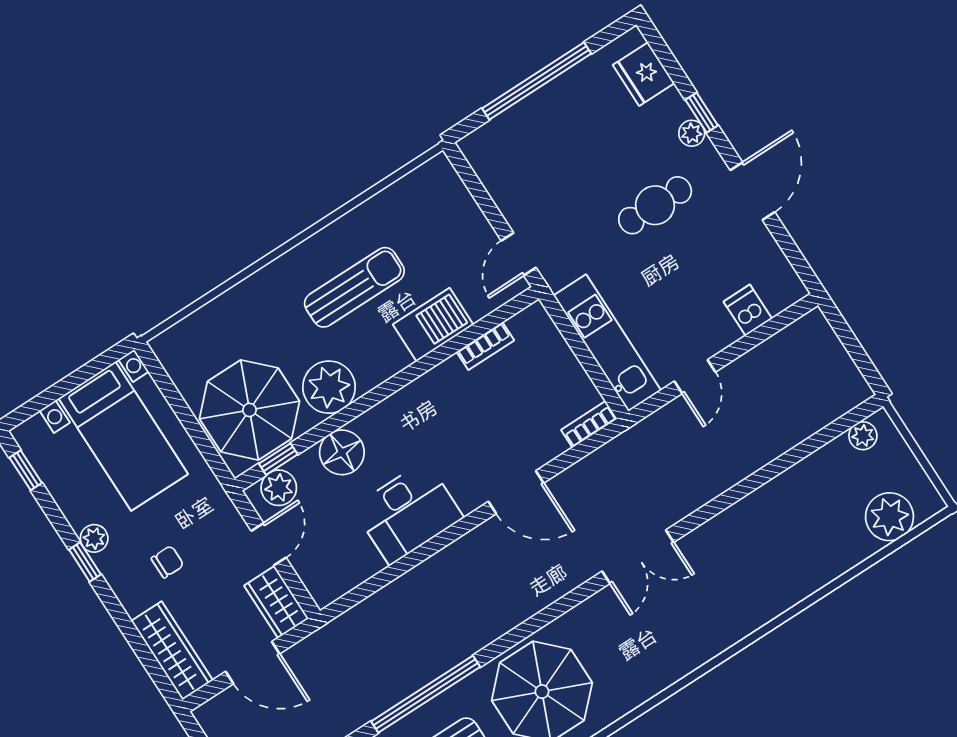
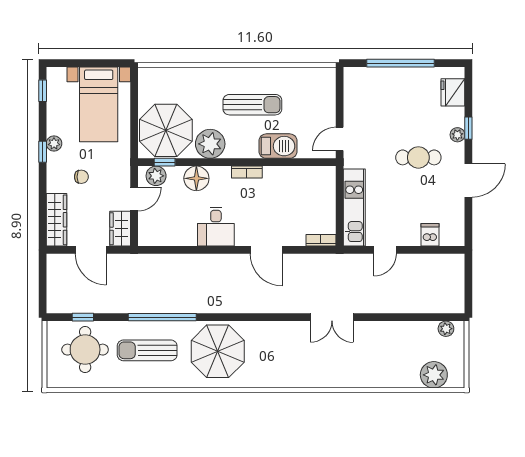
bookcase: (485, 346) -> (247, 172), moved
desk: (408, 512) -> (216, 227), width x0.73
double door: (638, 557) -> (332, 317), moved

